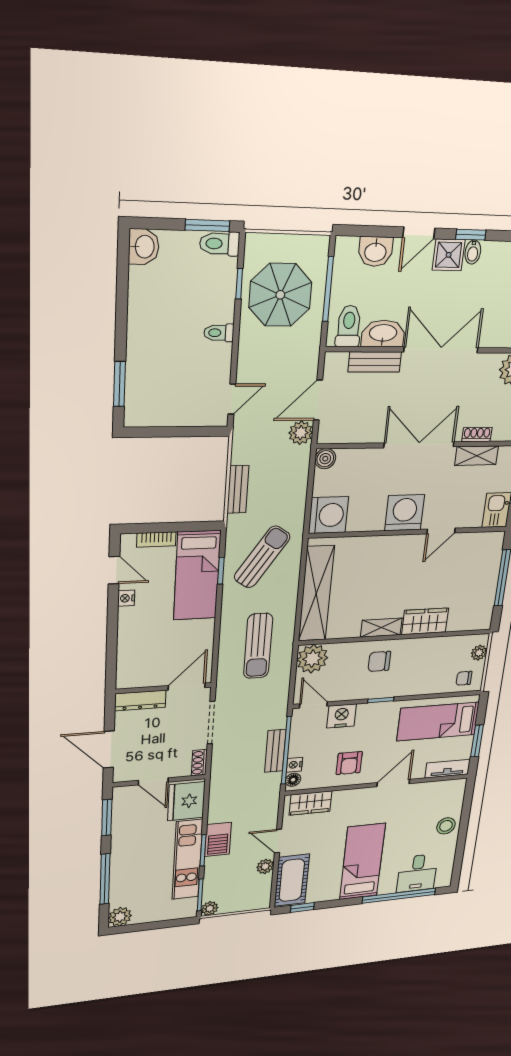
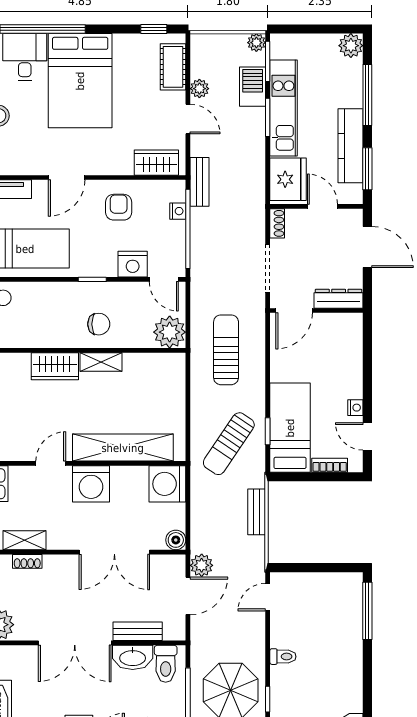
window: (119, 384) -> (367, 611), width x1.44
double door: (419, 445) -> (114, 552), moved
shelving: (316, 594) -> (123, 448), moved, turned 90
bench: (275, 751) -> (199, 182), moved
floor lamp: (293, 780) -> (178, 193), removed
kitchen counter: (123, 835) -> (351, 146), added
barbecue: (218, 839) -> (253, 87), moved
bed: (362, 862) -> (80, 81), width x1.50
cot: (292, 880) -> (173, 67), width x0.73, depth x0.75

